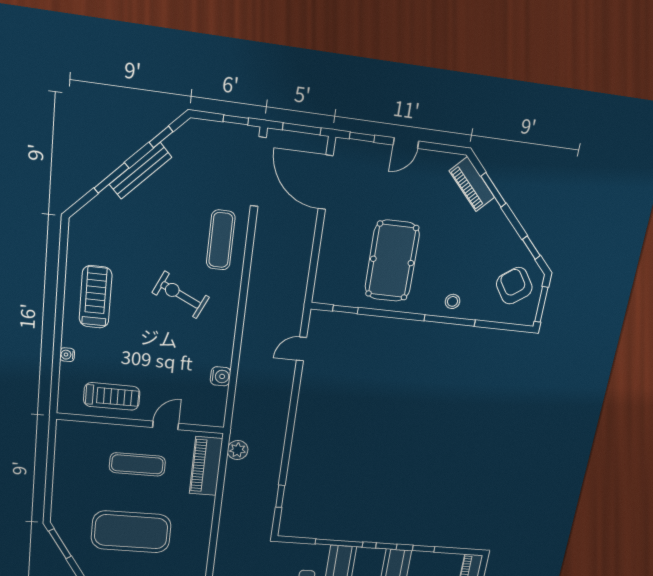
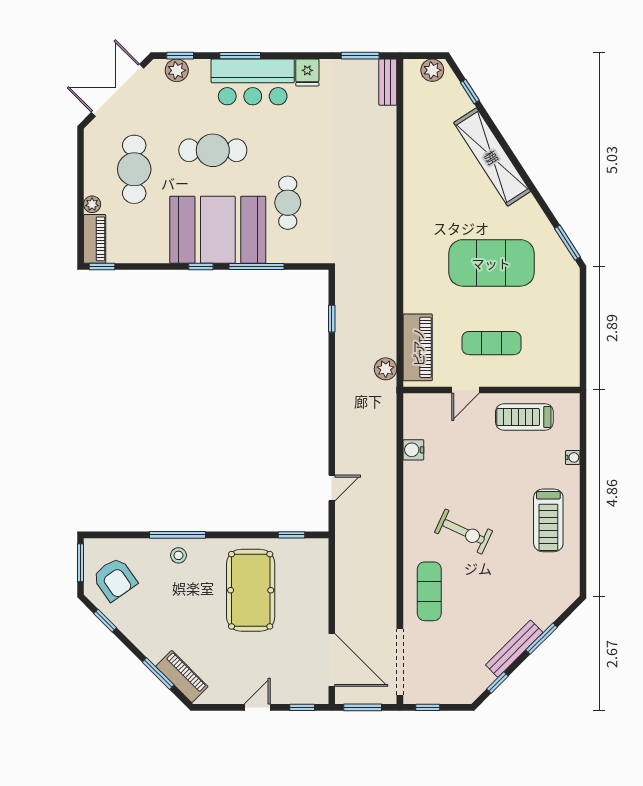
window: (424, 549) -> (102, 267), moved

